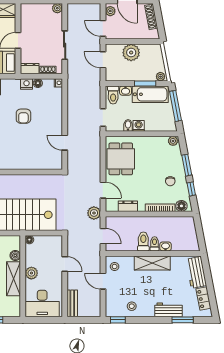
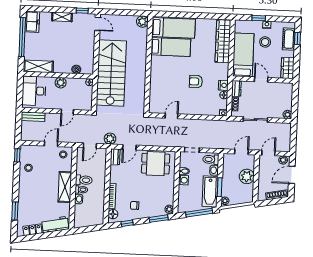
window: (187, 165) -> (159, 219), moved
dresser: (128, 206) -> (115, 157), moved
shelving: (14, 279) -> (38, 66), moved
workbench: (168, 310) -> (24, 199), removed

